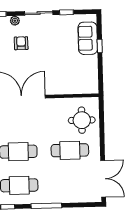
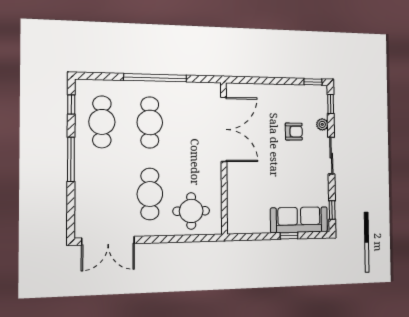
window: (66, 12) -> (332, 210), moved
sofa: (88, 38) -> (299, 220), width x1.36

